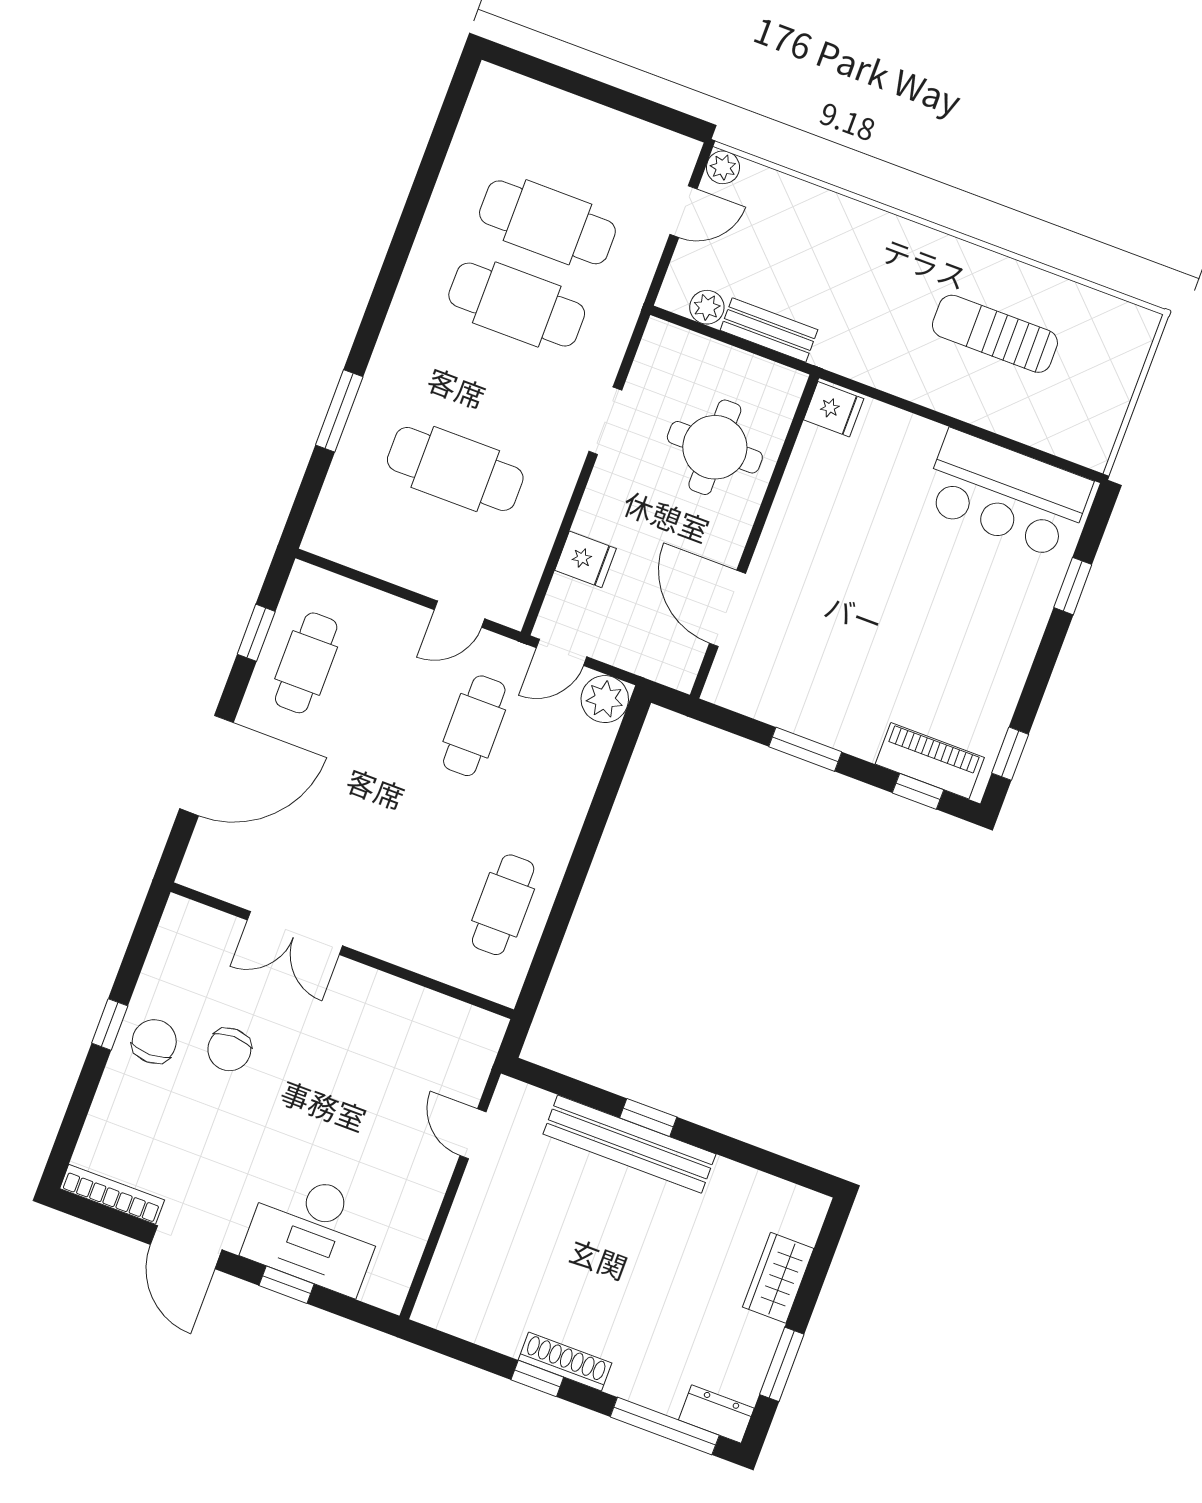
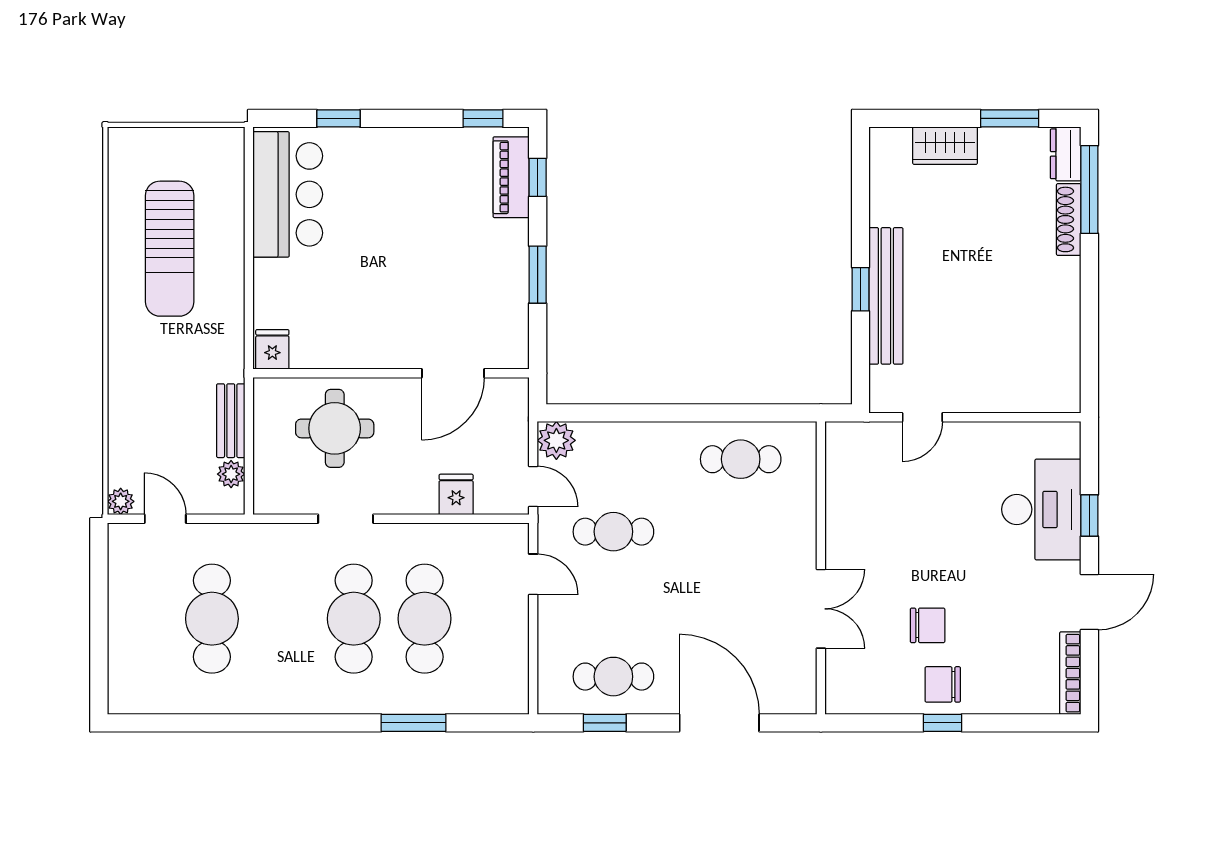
cafe table: (517, 305) -> (354, 619), moved
sun lounger: (995, 334) -> (170, 249), width x1.36, depth x1.34
shoe rack: (565, 1362) -> (1069, 219), moved
window: (537, 1378) -> (1089, 299), removed

